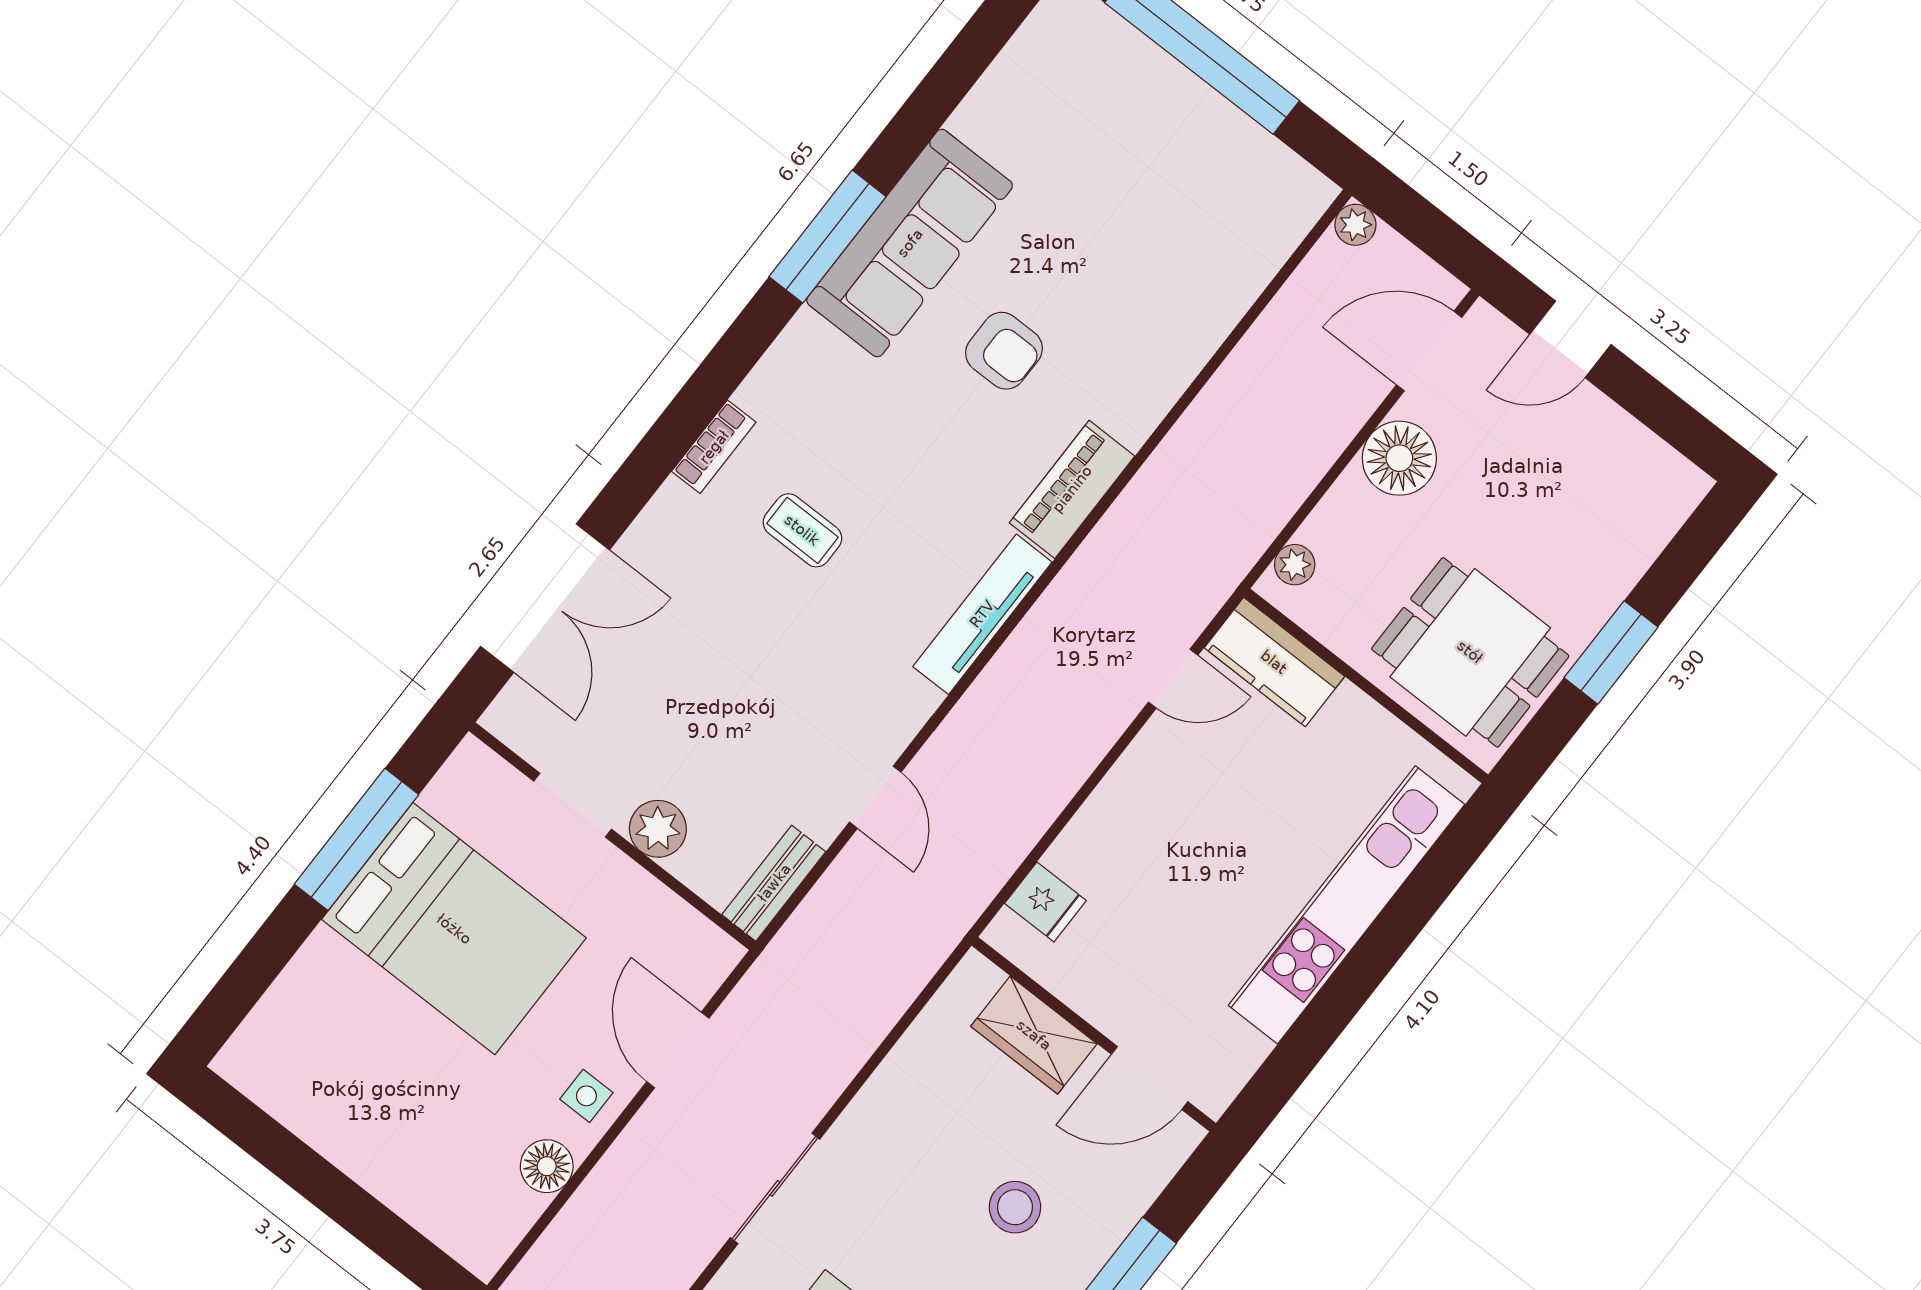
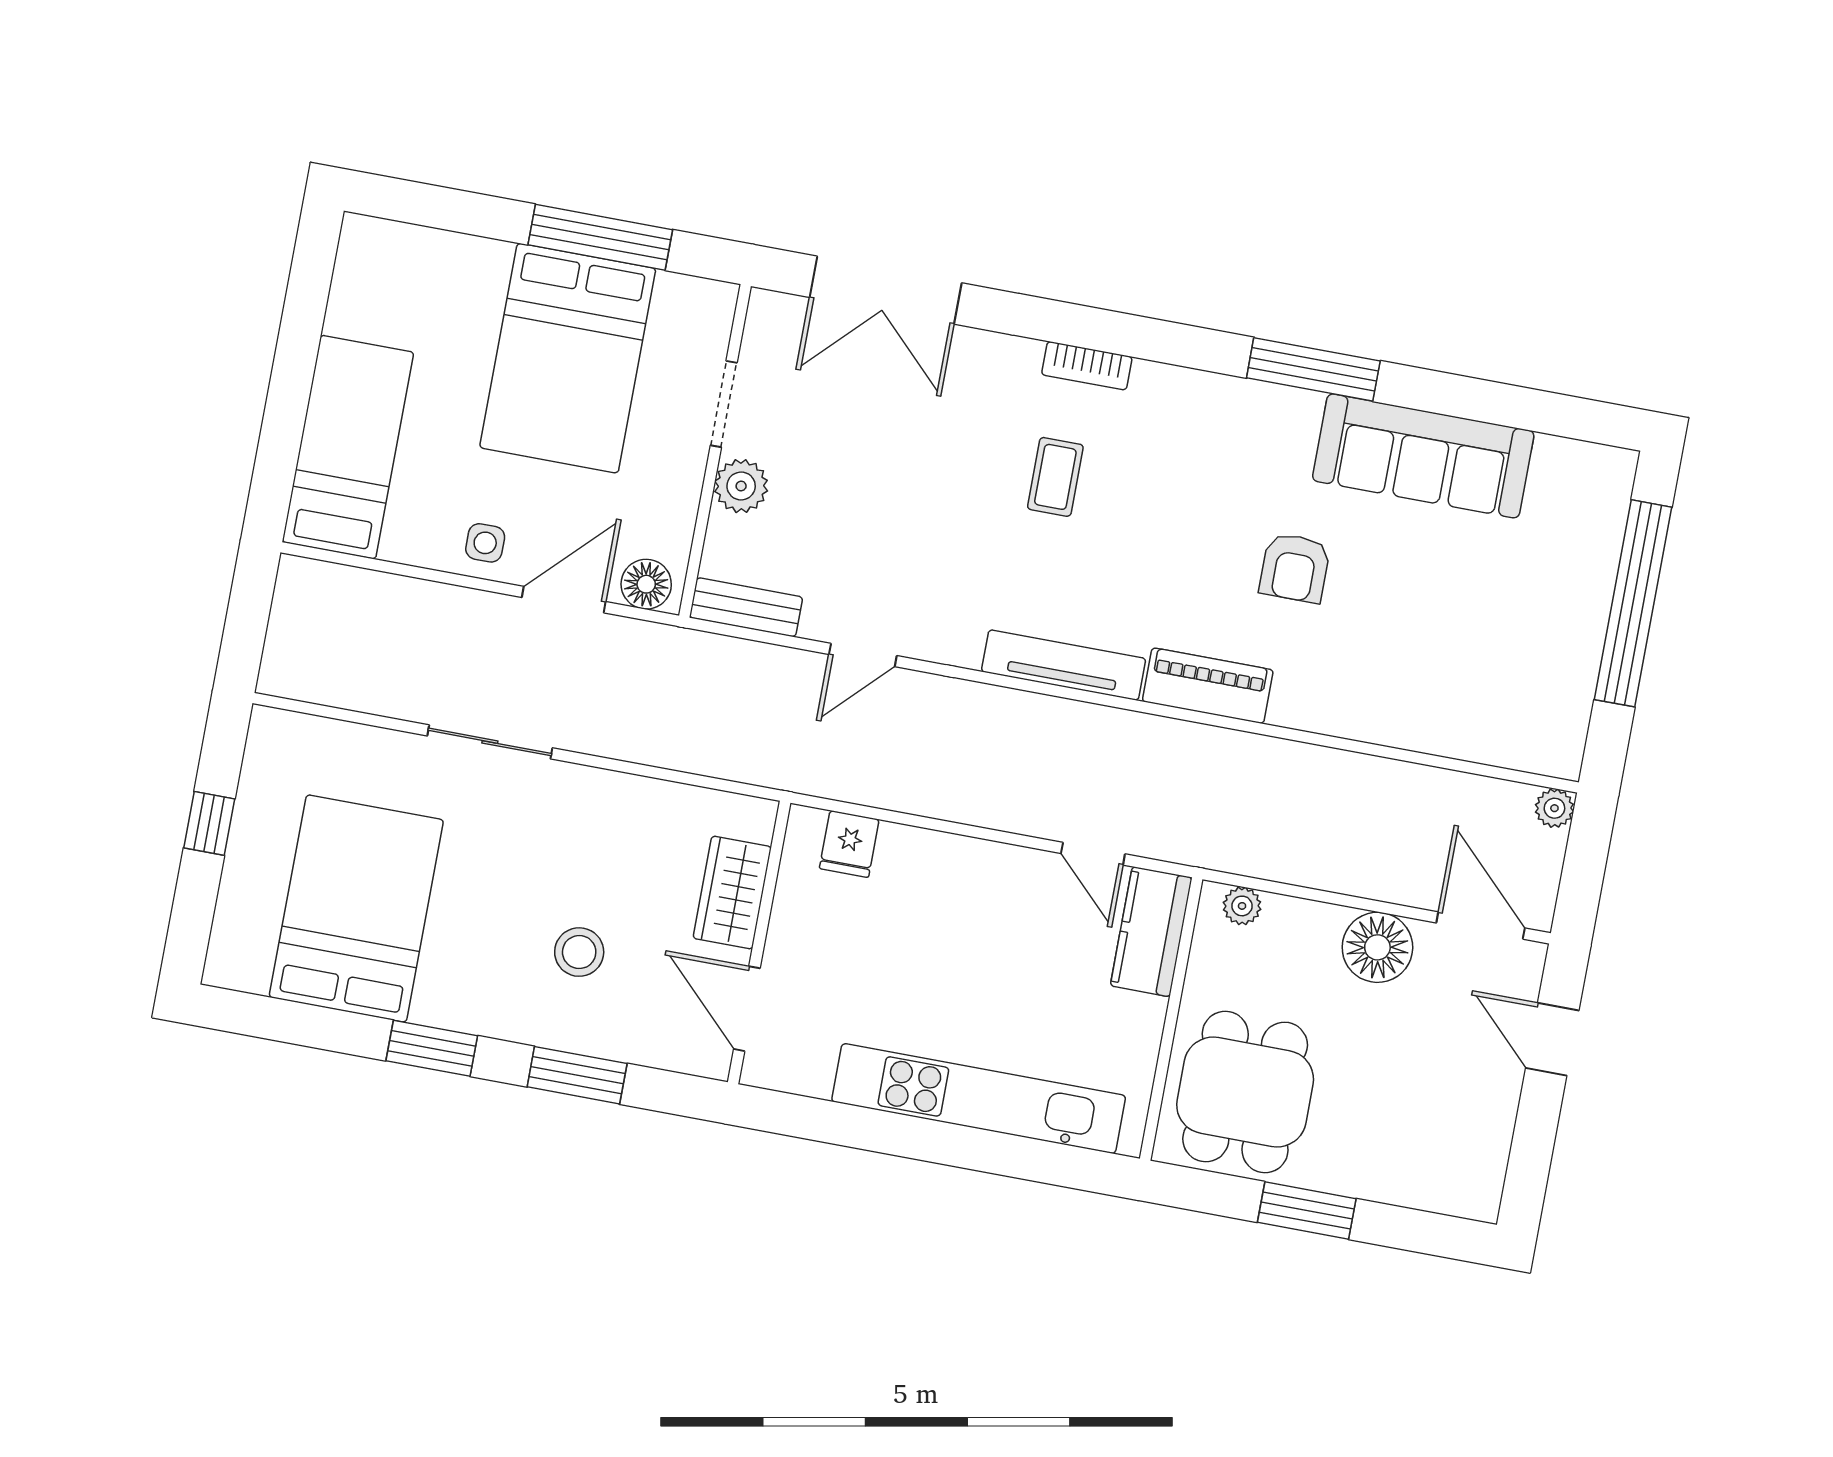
sofa: (910, 243) -> (1423, 456), moved
floor lamp: (547, 1166) -> (646, 584), moved
bed: (430, 1178) -> (348, 447), added

